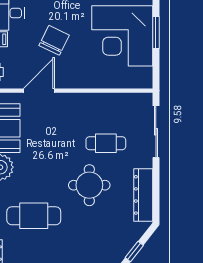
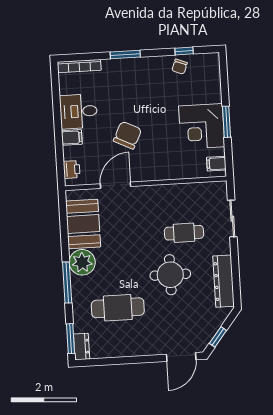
corner desk: (122, 36) -> (202, 126), width x0.74, depth x0.74
filing cabinet: (143, 75) -> (216, 164), added
sliding door: (156, 132) -> (232, 219), width x0.73

